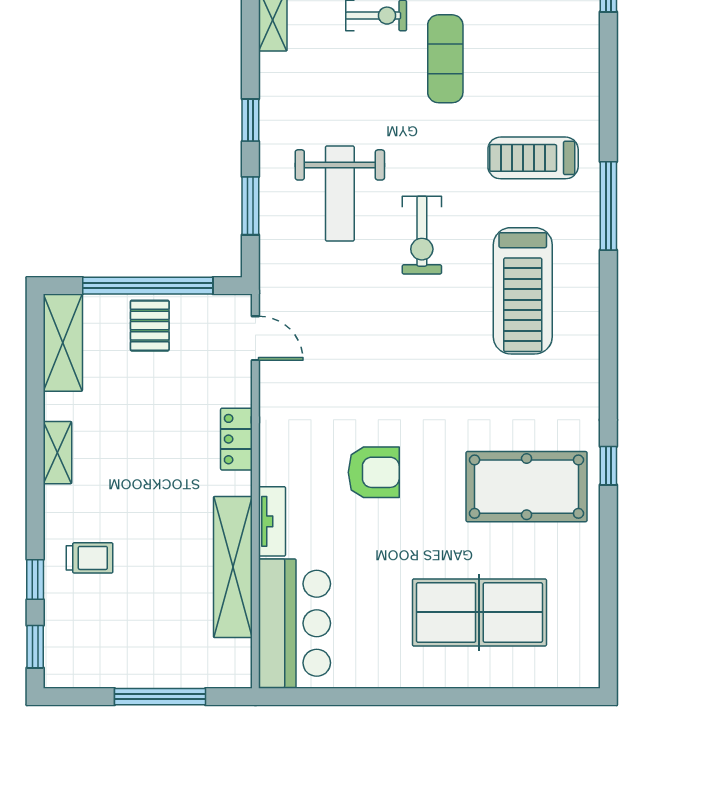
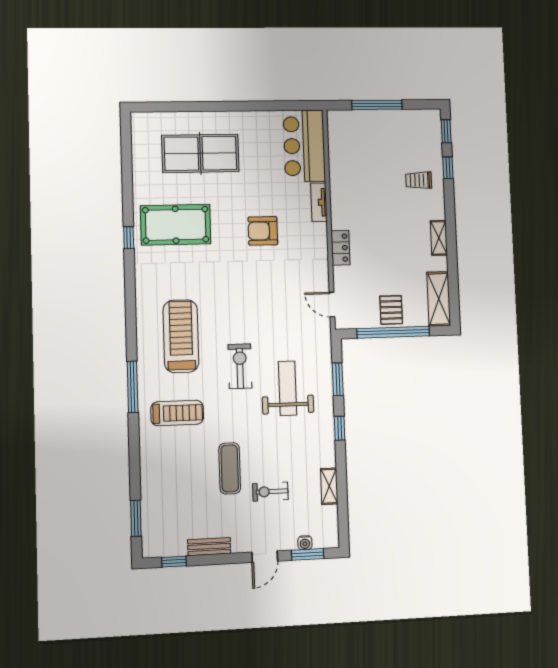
shelving: (233, 567) -> (340, 177), removed

